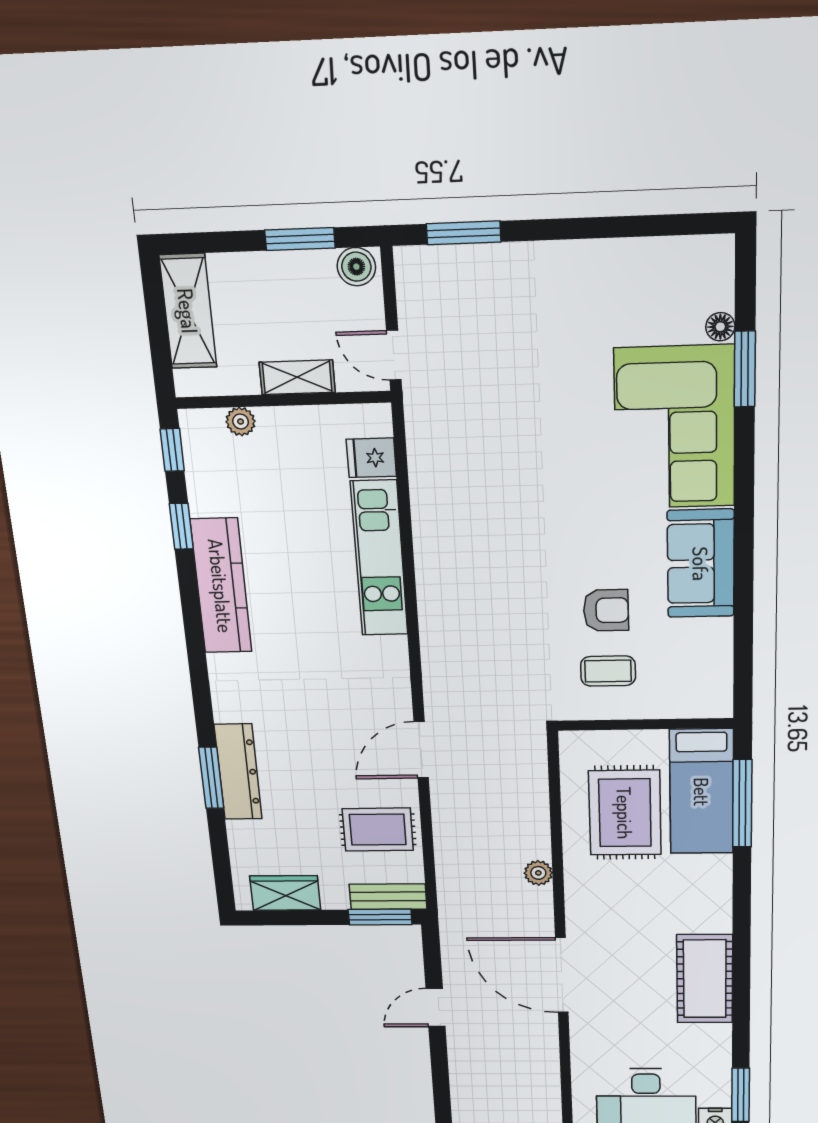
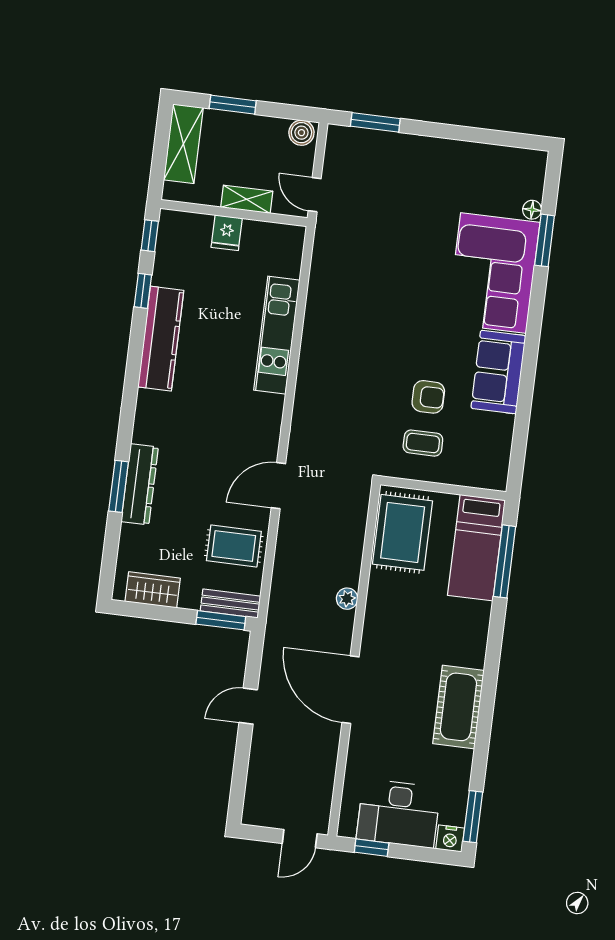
window: (300, 239) -> (233, 105), moved
plant: (241, 422) -> (202, 223), removed
fridge: (371, 458) -> (227, 233), moved, turned -90
rug: (625, 813) -> (403, 532), moved

